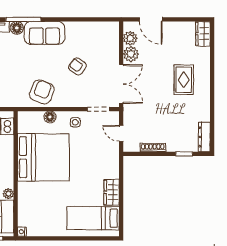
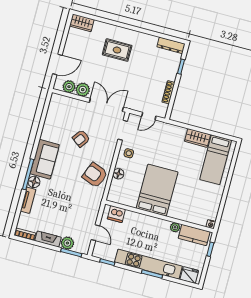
bed: (43, 157) -> (157, 190), width x0.73

